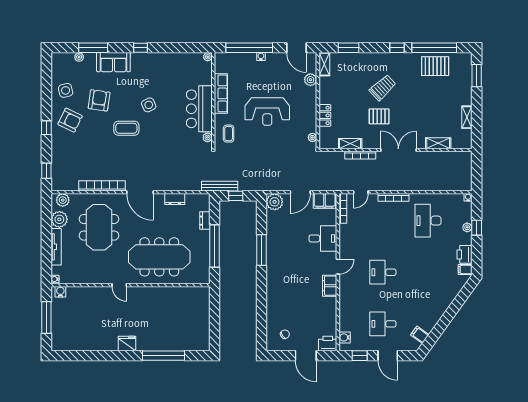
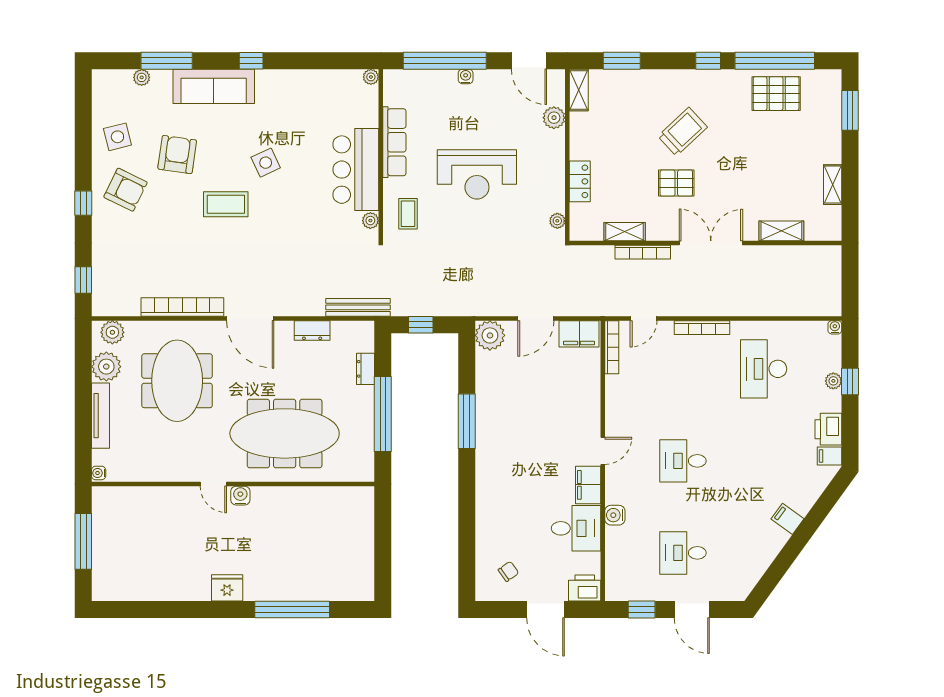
sofa: (113, 62) -> (214, 86), width x1.36
bench: (220, 186) -> (358, 307), moved
desk: (323, 238) -> (576, 528), moved
water cooler: (60, 292) -> (240, 496), moved
filing cabinet: (420, 335) -> (787, 519), moved
water cooler: (345, 337) -> (615, 515), moved

